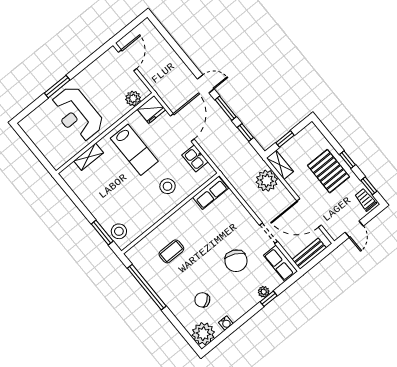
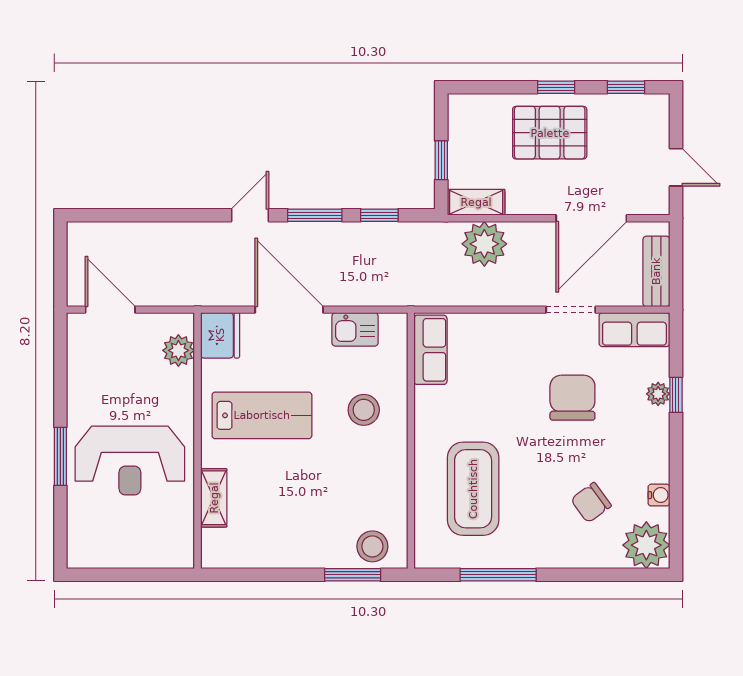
trolley: (366, 200) -> (644, 111), removed
coffee table: (171, 251) -> (473, 489), width x1.86, depth x1.72
chair: (236, 261) -> (572, 398), turned -116
window: (147, 287) -> (498, 575), width x0.68

